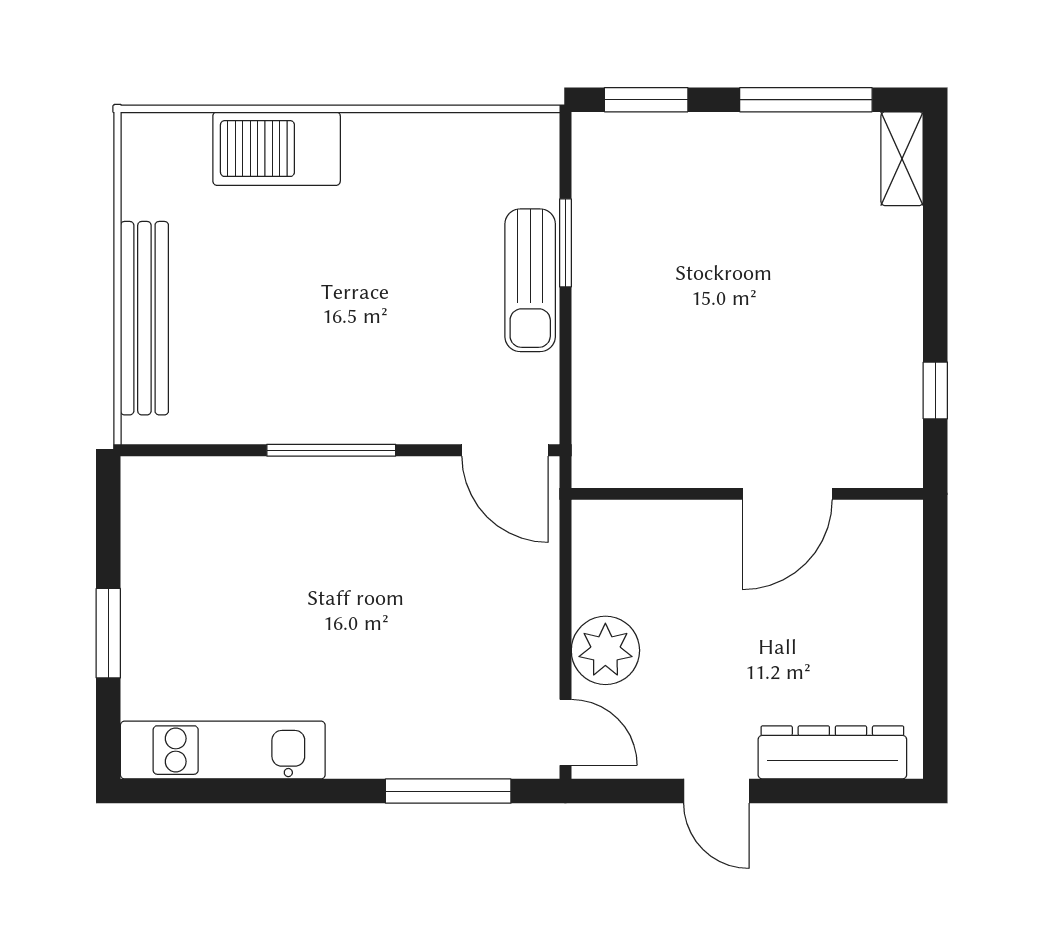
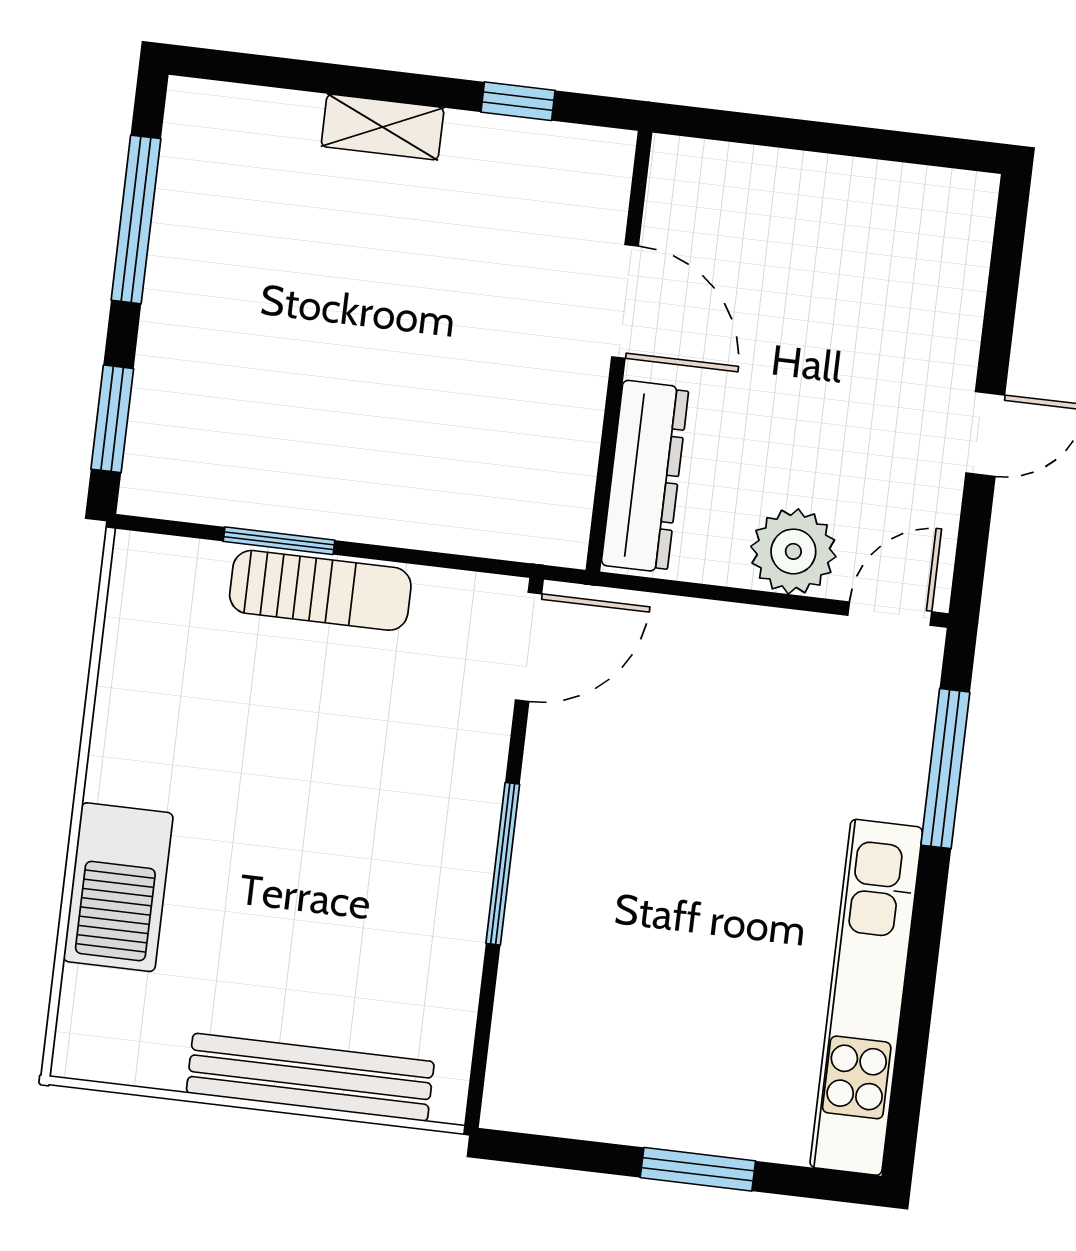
shelving: (902, 159) -> (383, 127), moved
kitchen unit: (223, 750) -> (866, 997), width x1.36
dresser: (832, 752) -> (645, 476), moved, turned 180

